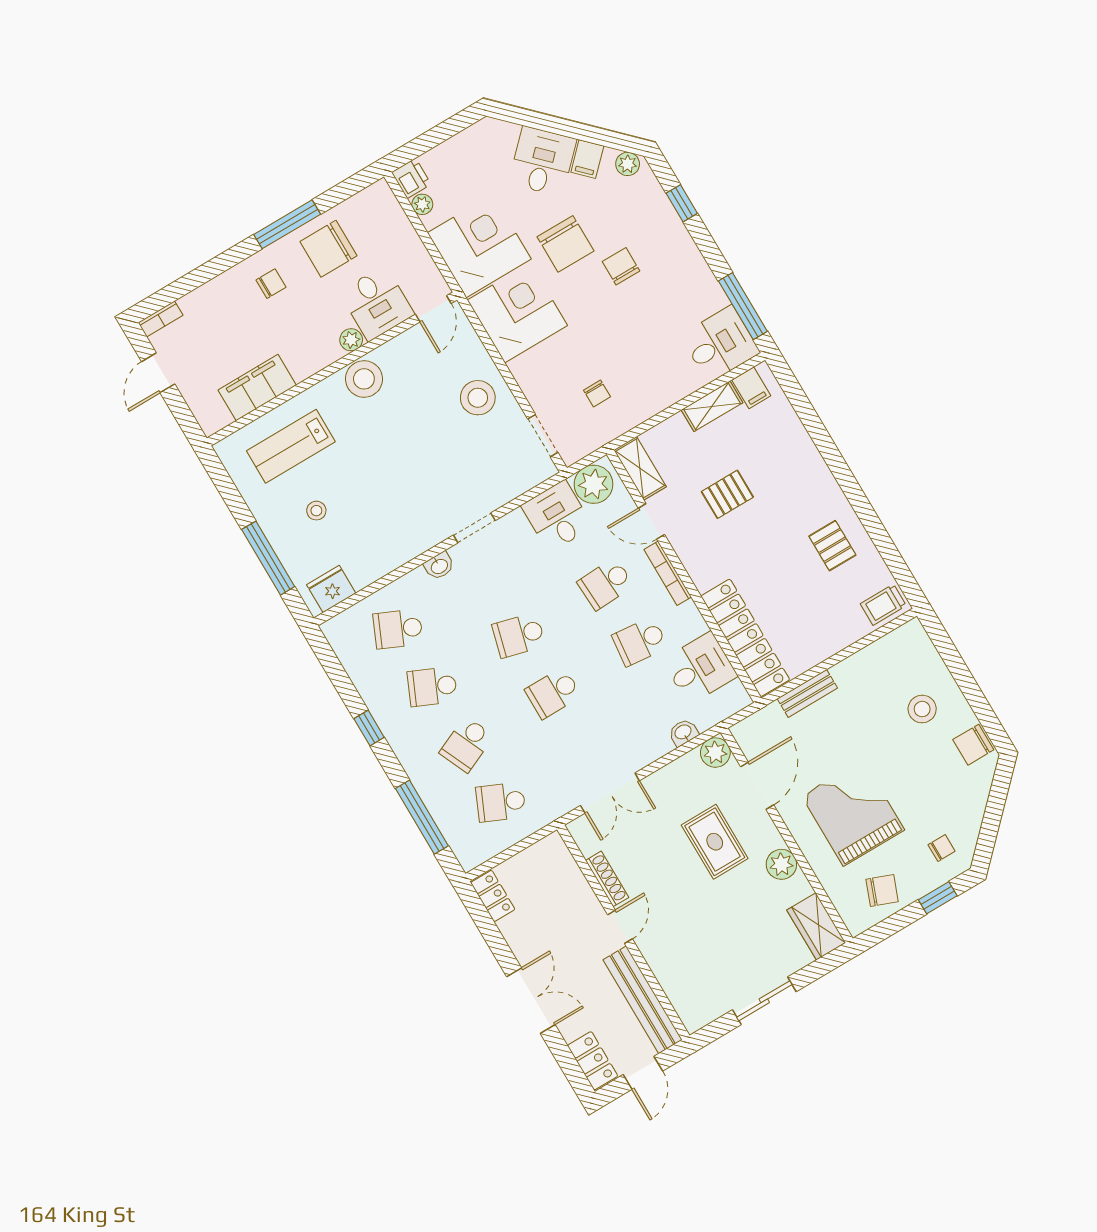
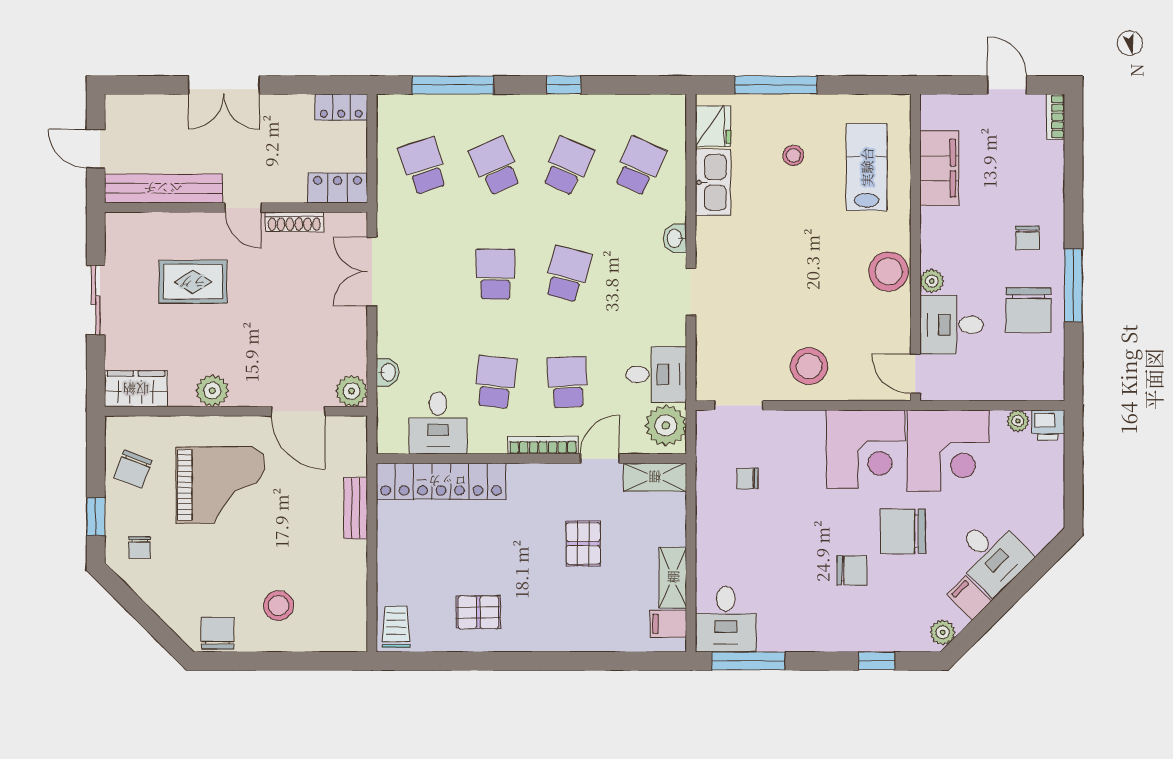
chair: (329, 249) -> (1028, 310), turned 180
kitchen sink: (376, 562) -> (713, 182), added
school desk: (501, 802) -> (423, 166), turned -42
rug: (715, 842) -> (193, 282), moved
locker: (593, 1061) -> (338, 188), moved, turned 180

